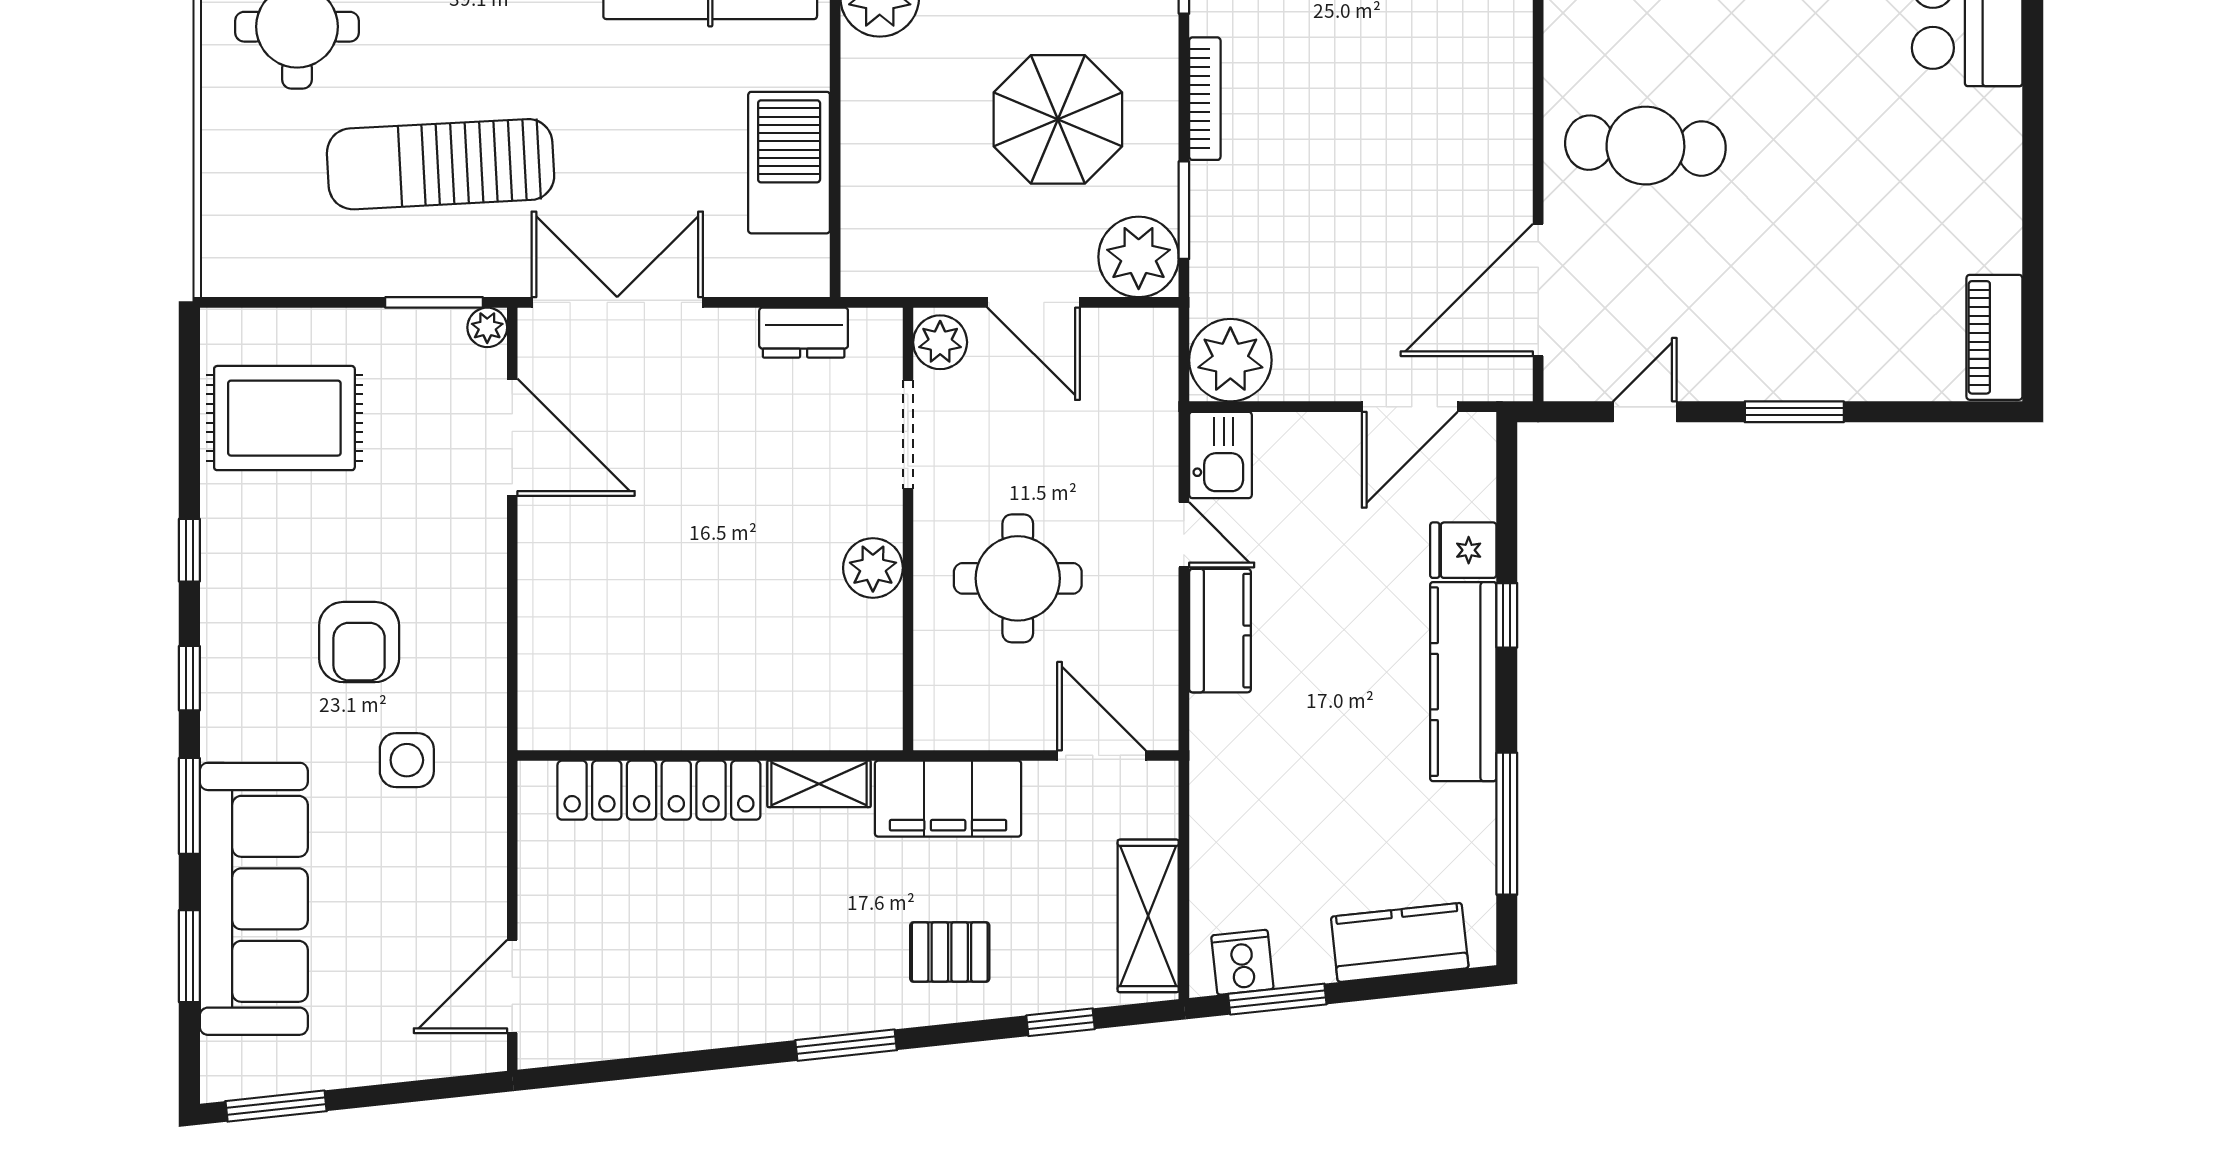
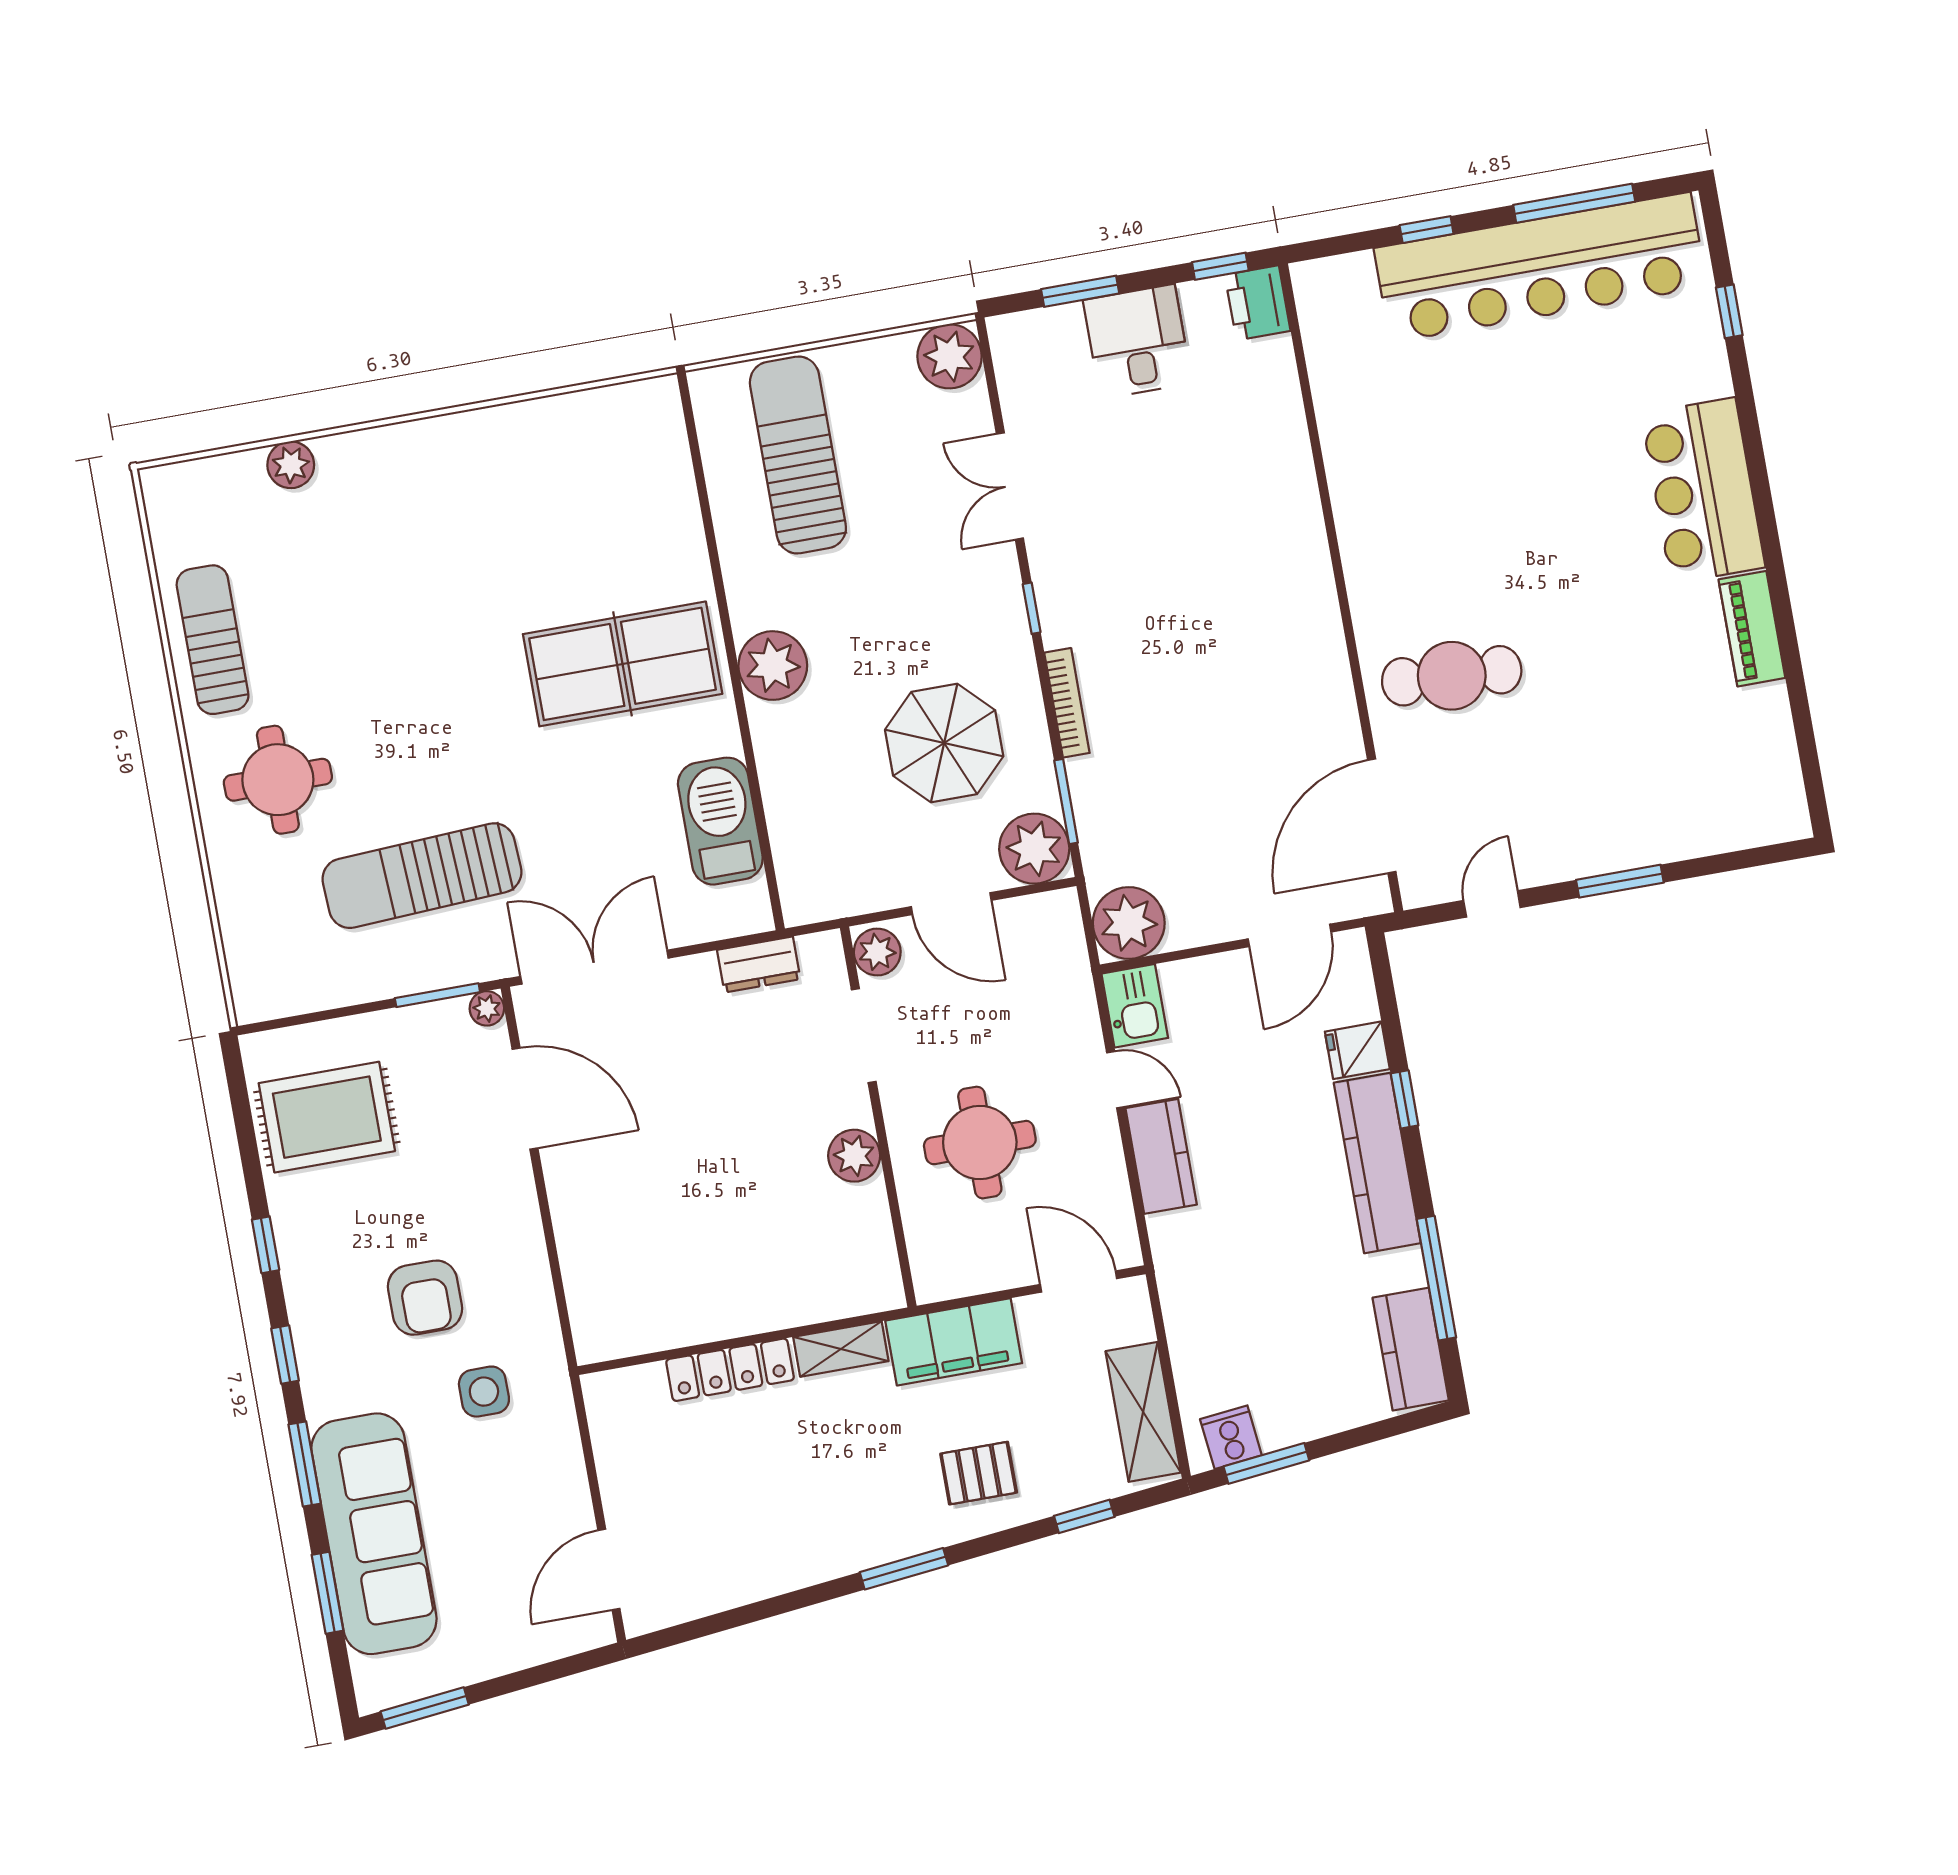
piano: (1994, 337) -> (1752, 629), moved
locker: (659, 790) -> (730, 1370), width x0.71, depth x0.83
kitchen counter: (1400, 942) -> (1411, 1349), moved, turned -84

